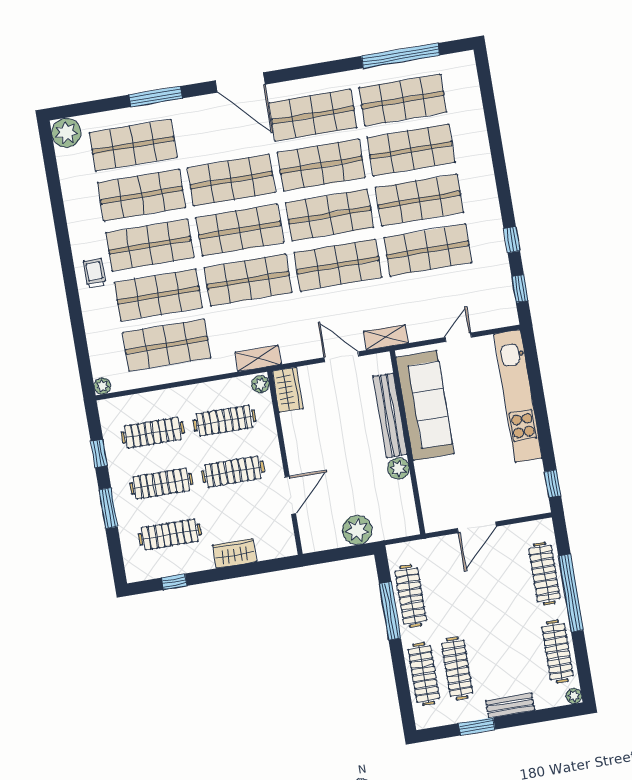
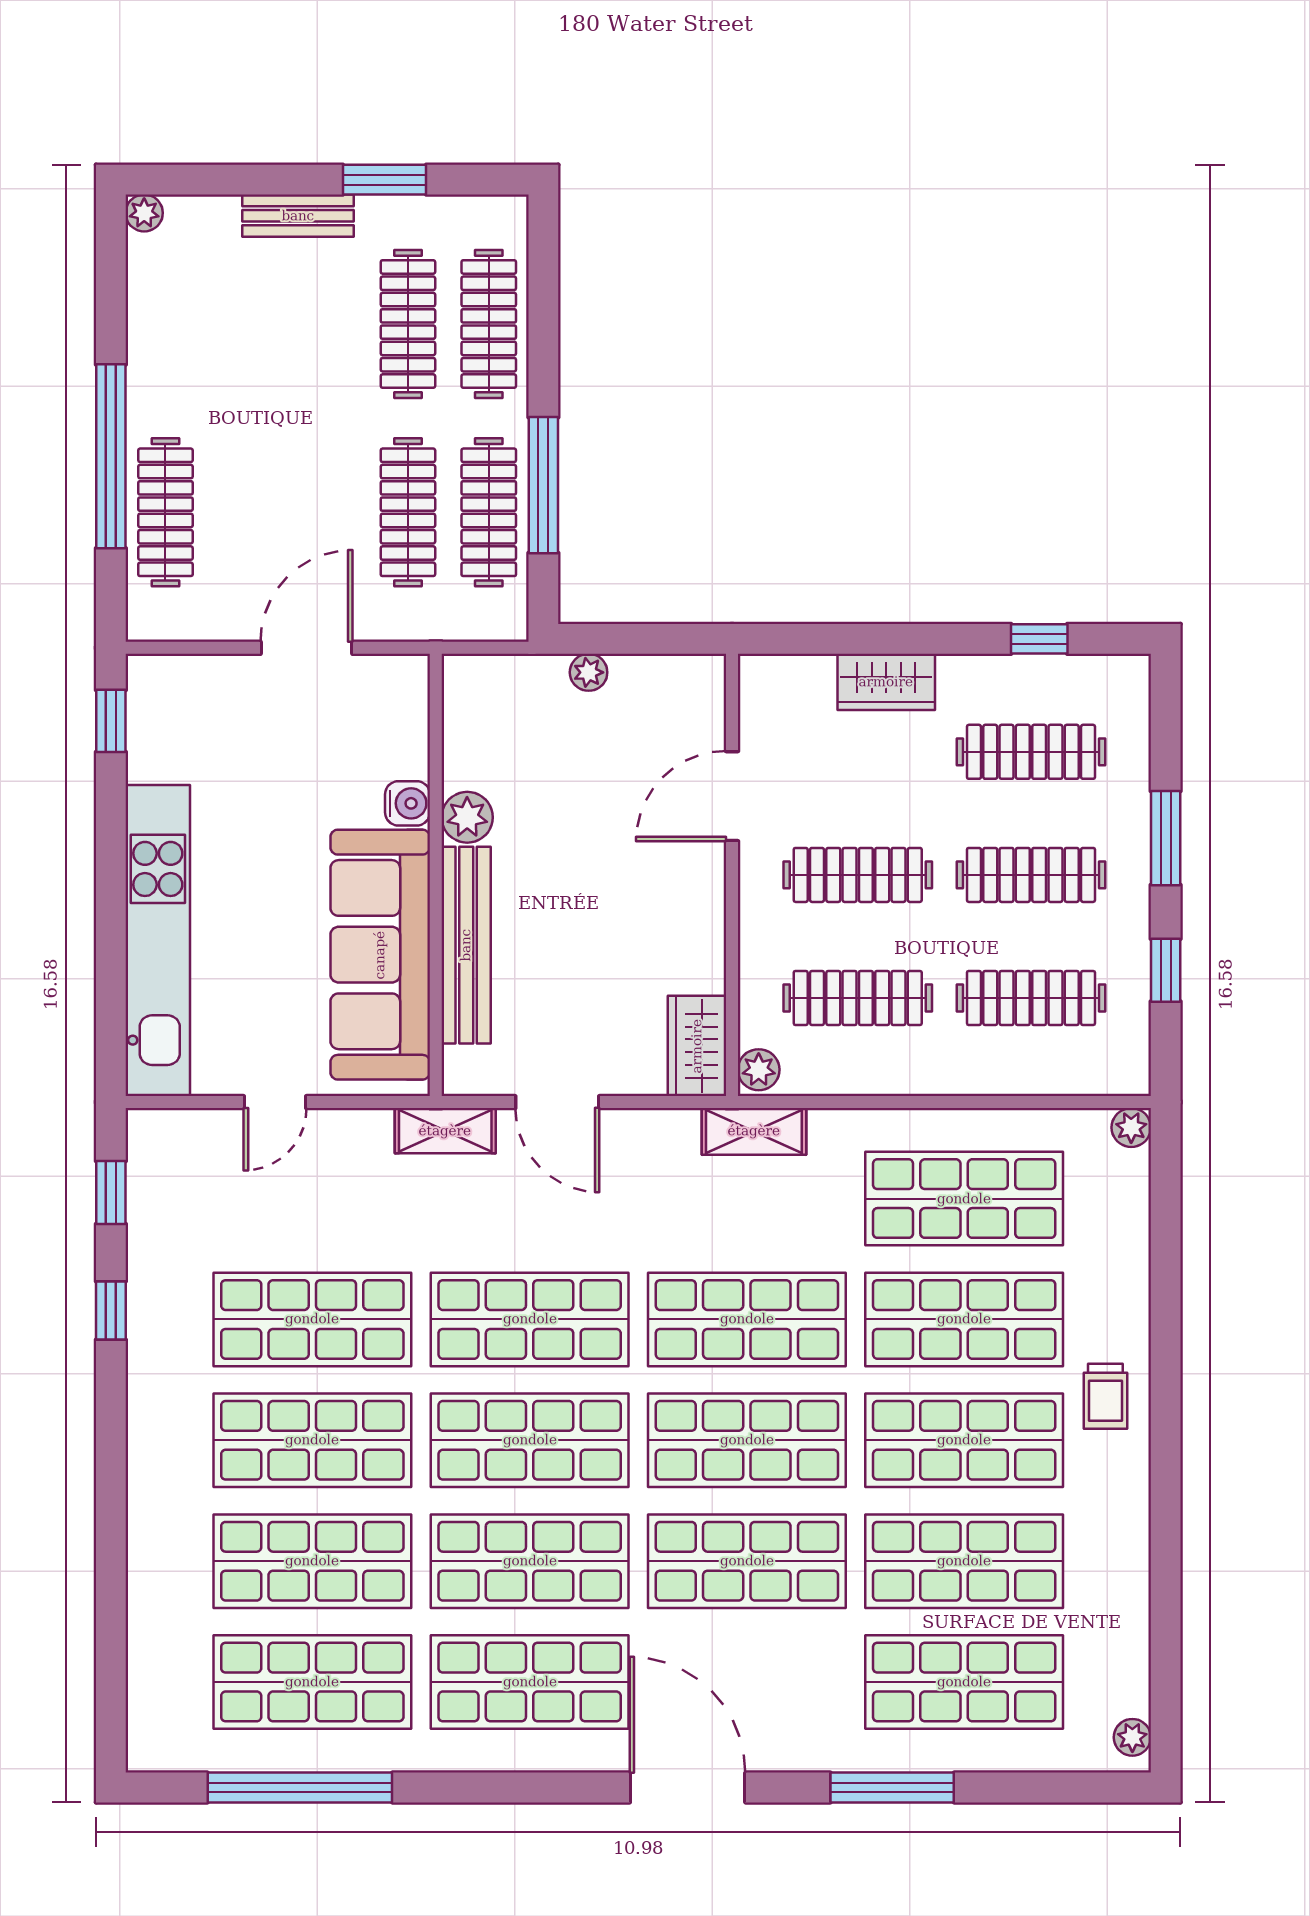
plant: (66, 133) -> (1132, 1737), width x0.53, depth x0.53
water cooler: (424, 470) -> (408, 803), added
plant: (357, 530) -> (589, 672), width x0.53, depth x0.53
clothes rail: (557, 652) -> (408, 512), moved

